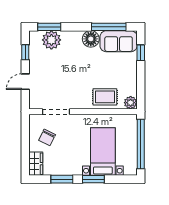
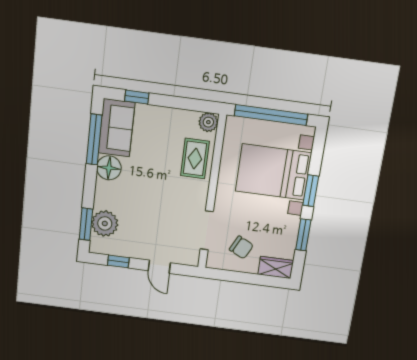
bed with nightstands: (103, 152) -> (273, 172), width x1.36

